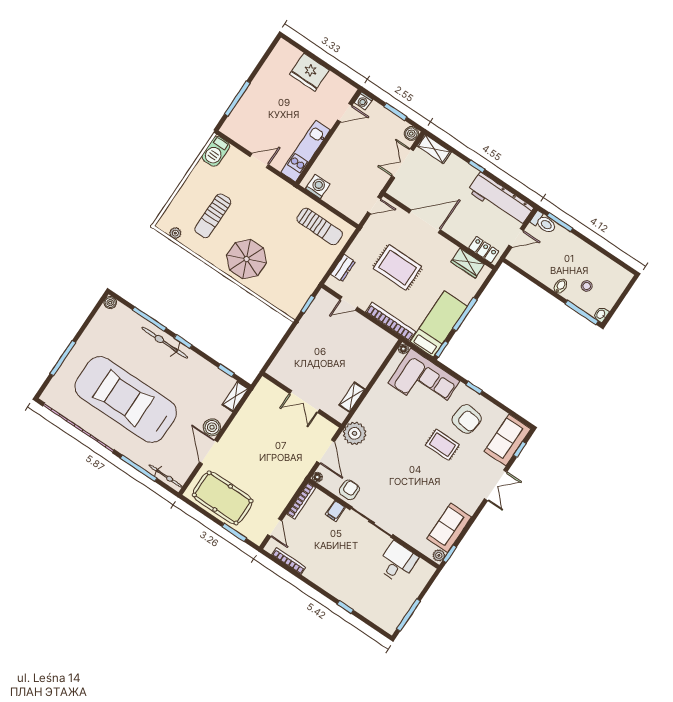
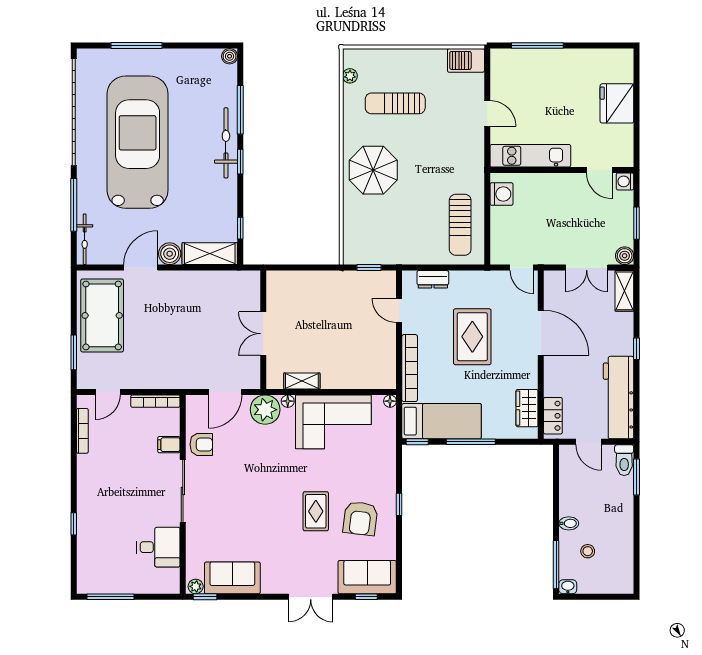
double door: (402, 163) -> (587, 268), swing flipped
corner sofa: (424, 382) -> (333, 422), moved, turned -90
shelving: (235, 397) -> (210, 254), width x1.50, depth x1.33
floor lamp: (317, 477) -> (288, 401), moved

